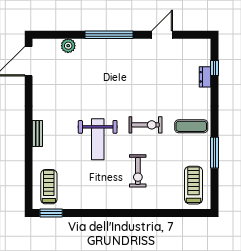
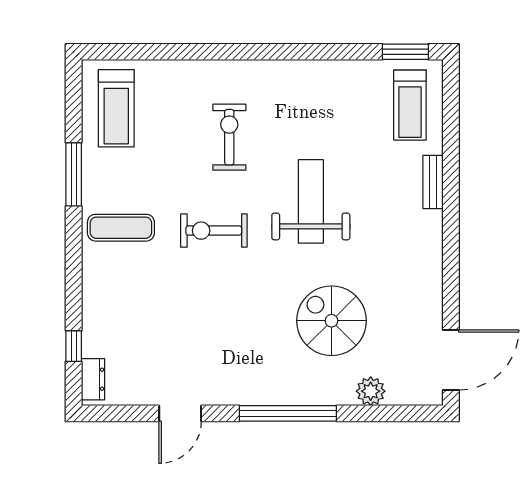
dresser: (205, 77) -> (93, 379), moved
spiral stairs: (87, 80) -> (332, 321), added
bench: (37, 133) -> (433, 182), moved

